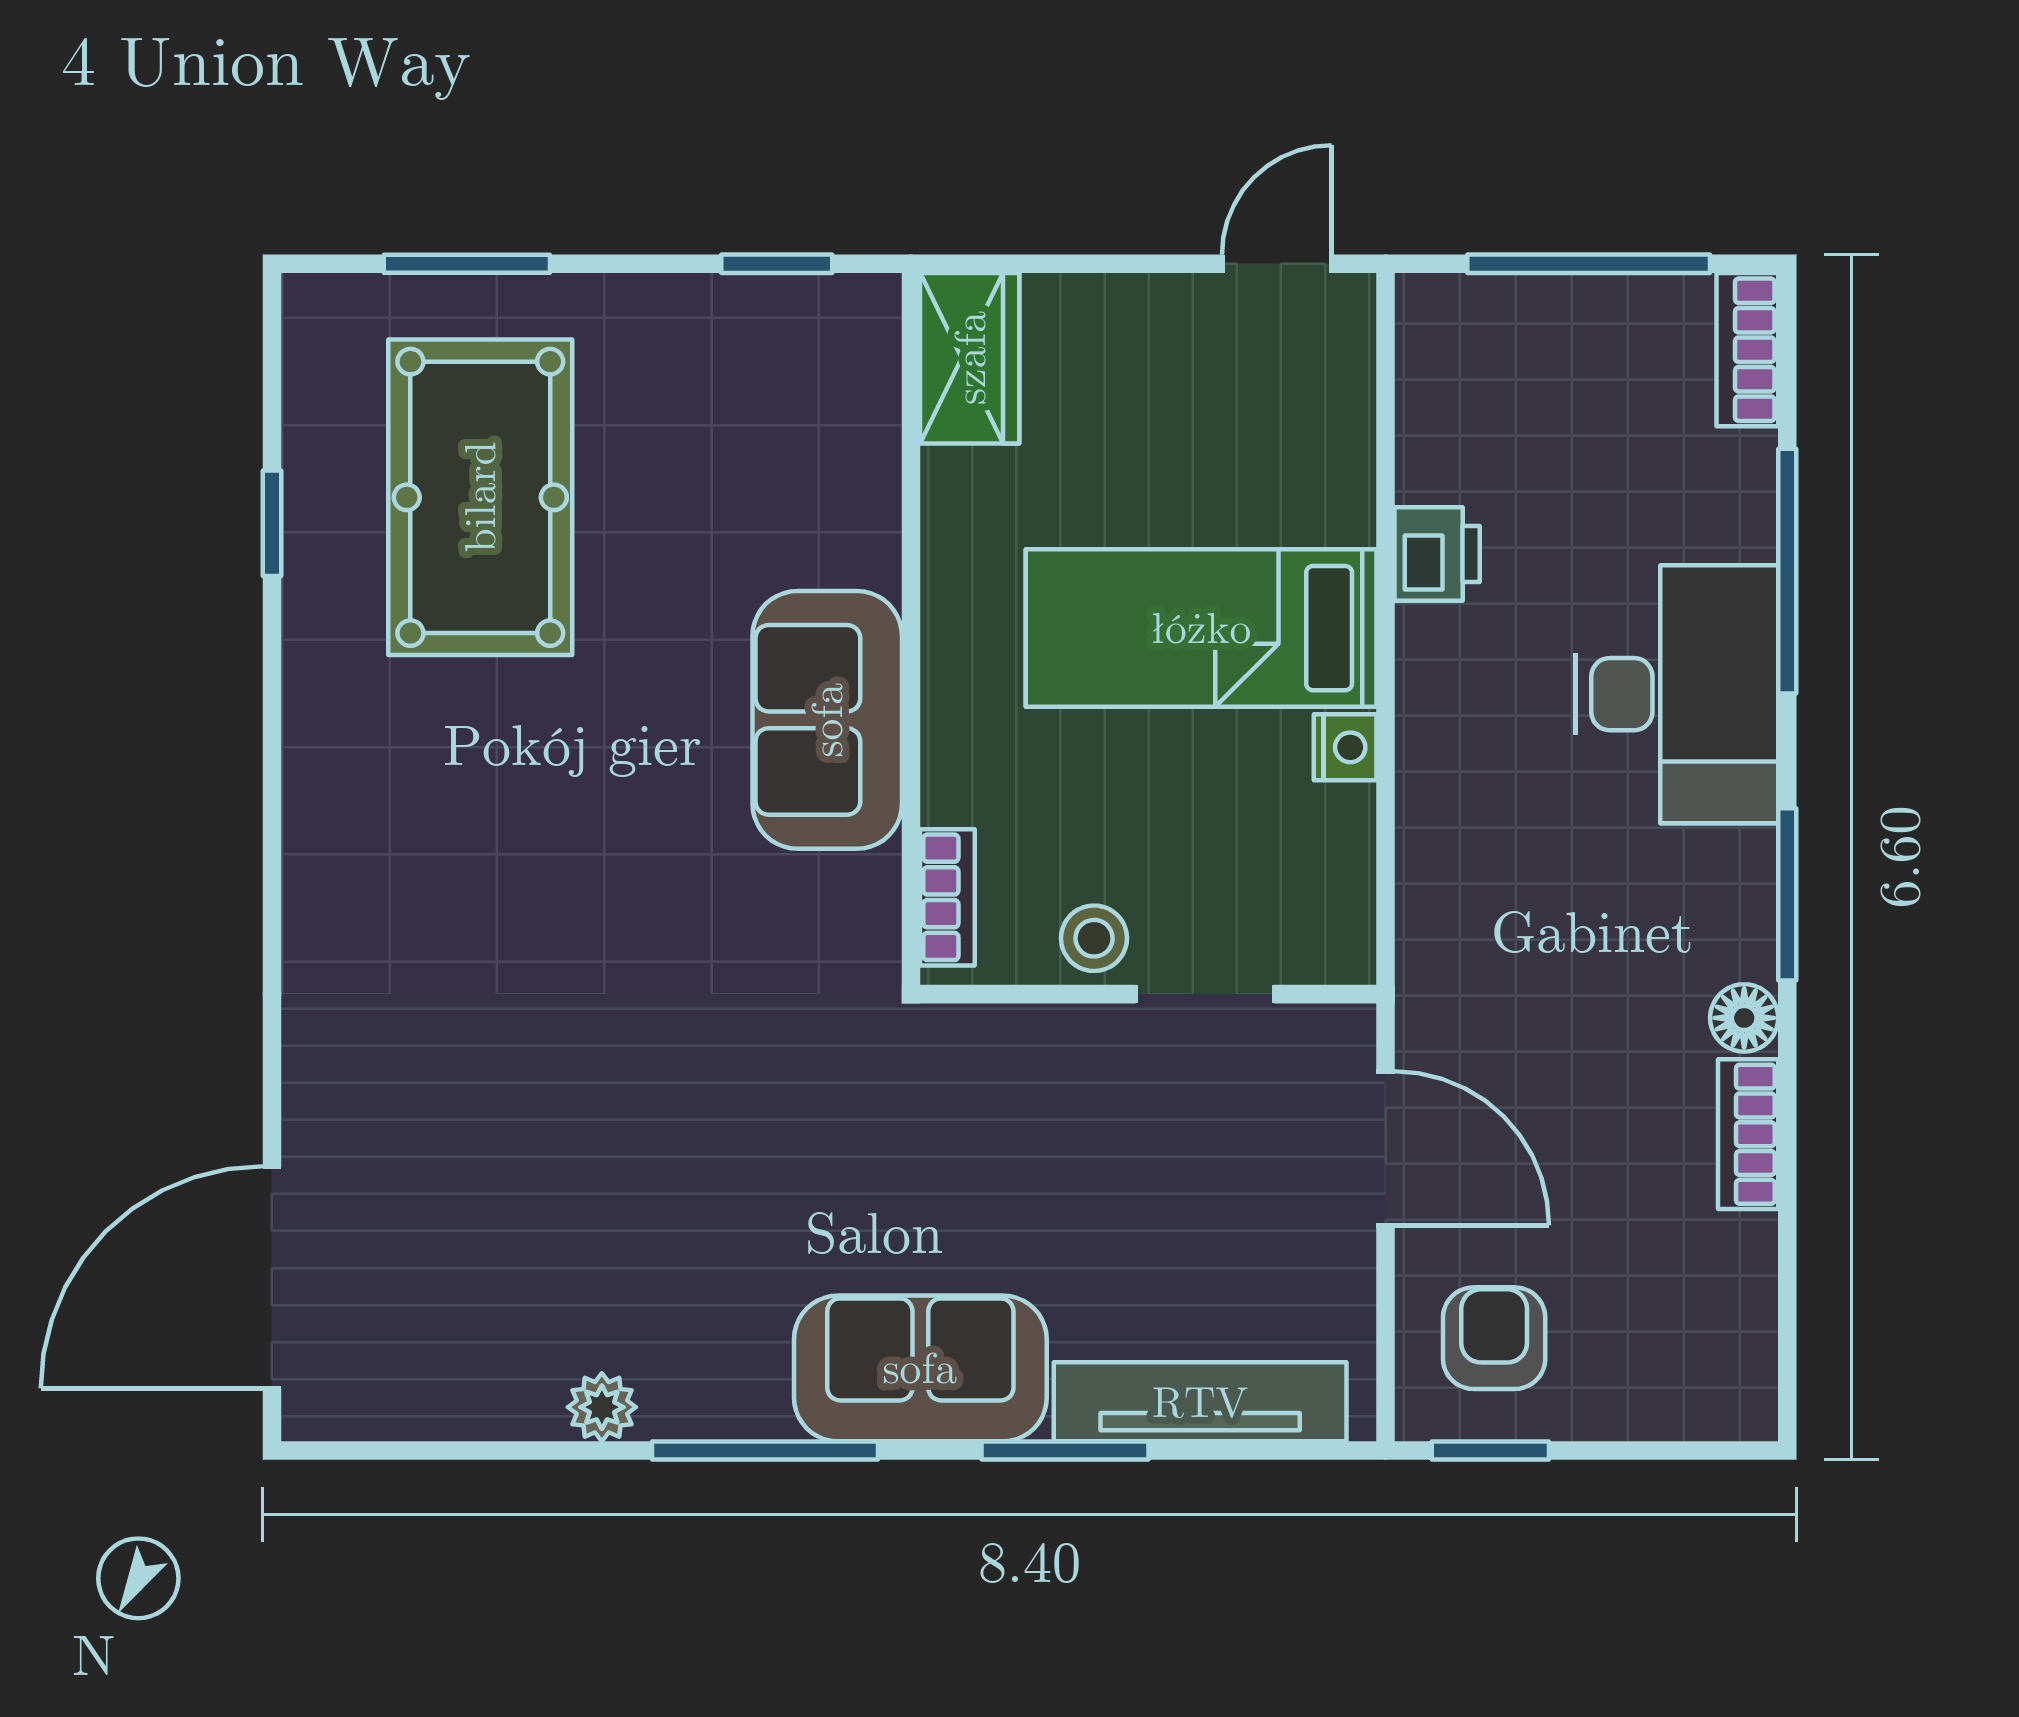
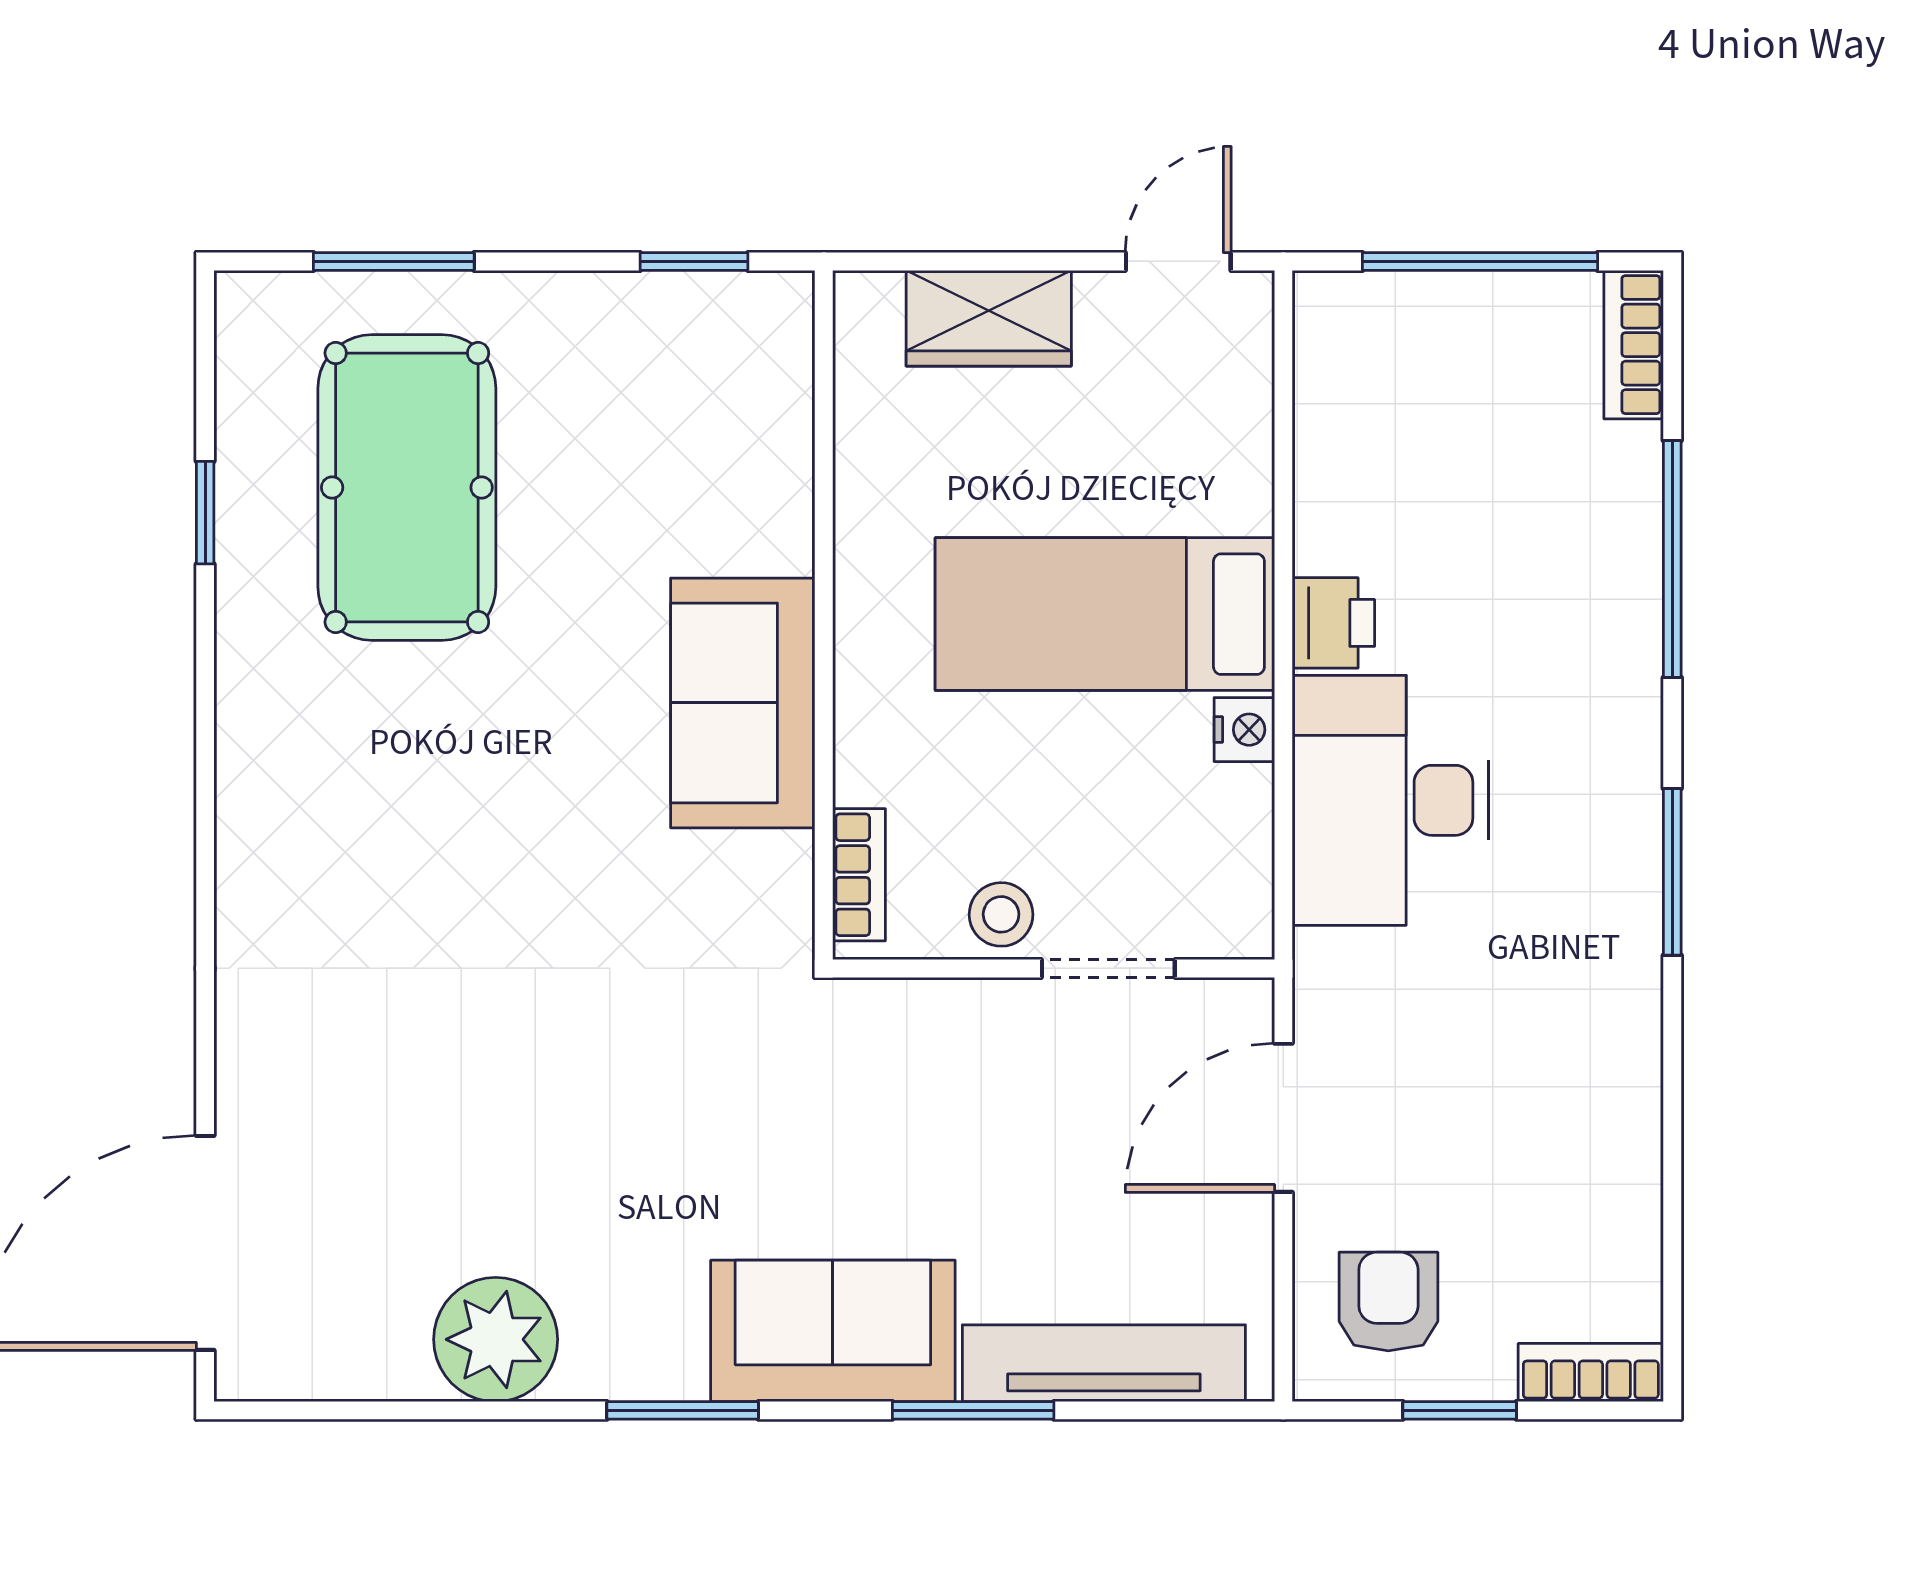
wardrobe: (970, 358) -> (989, 318), moved, turned 90
printer: (1437, 554) -> (1333, 623), moved
desk: (1677, 694) -> (1390, 800), moved, turned 180
floor lamp: (1744, 1018) -> (1631, 992), removed
bookcase: (1748, 1134) -> (1591, 1373), moved, turned 90
door: (1386, 1148) -> (1283, 1118), swing flipped
plant: (602, 1407) -> (496, 1339), width x1.87, depth x1.87
window: (765, 1451) -> (683, 1410), width x0.69
window: (1490, 1451) -> (1460, 1410), moved

